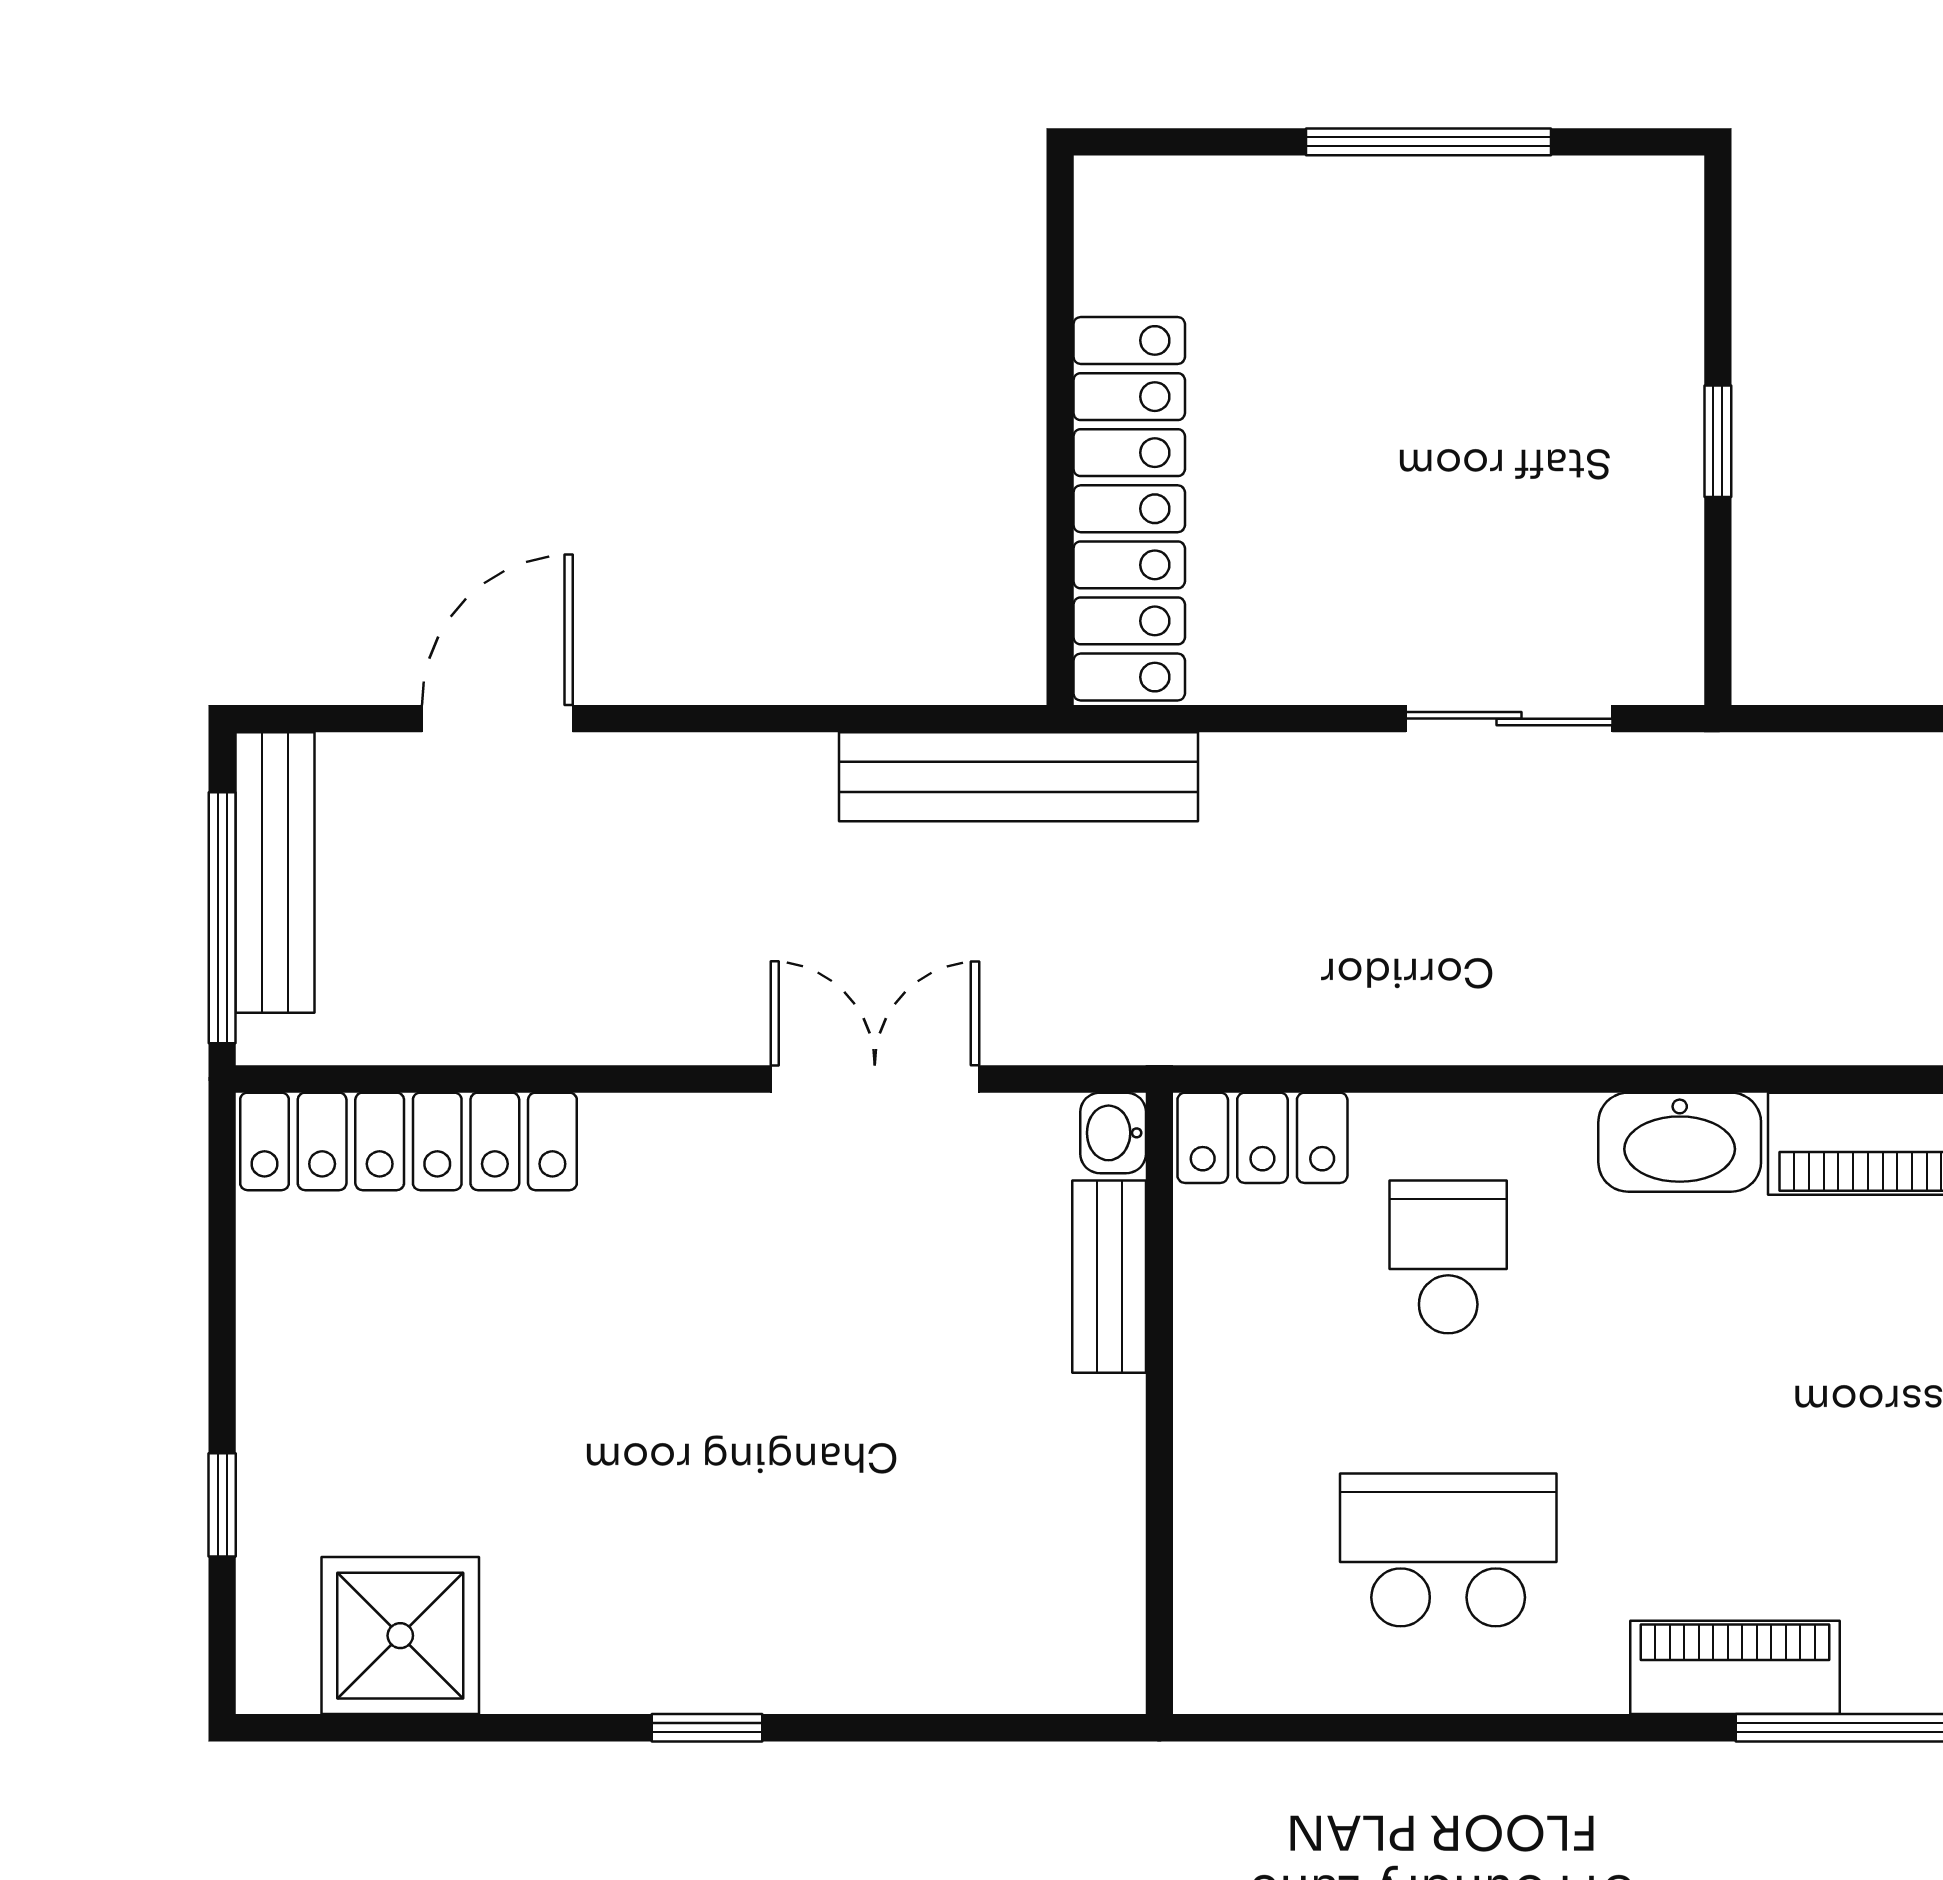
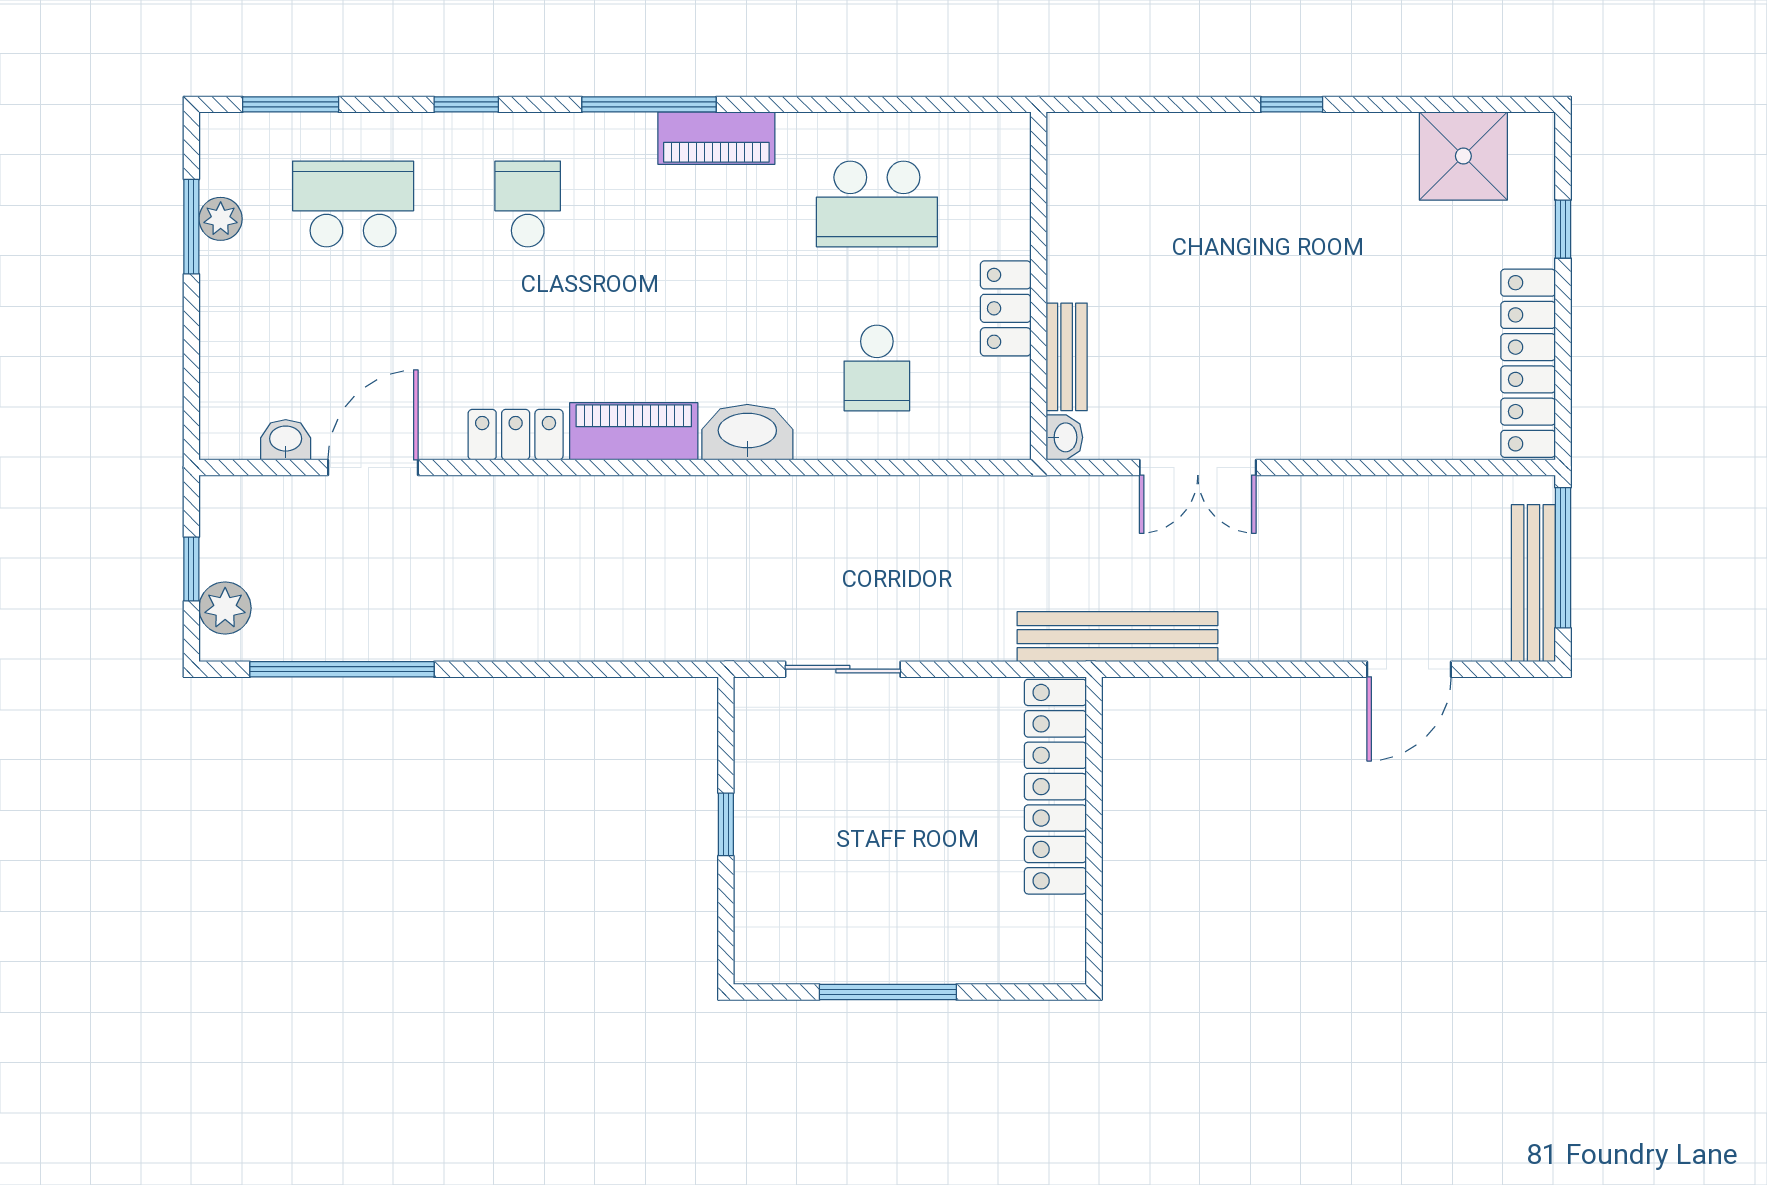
locker: (1262, 1138) -> (1006, 308), moved, turned -90
locker: (408, 1141) -> (1528, 363), moved, turned -90

